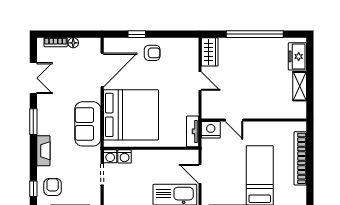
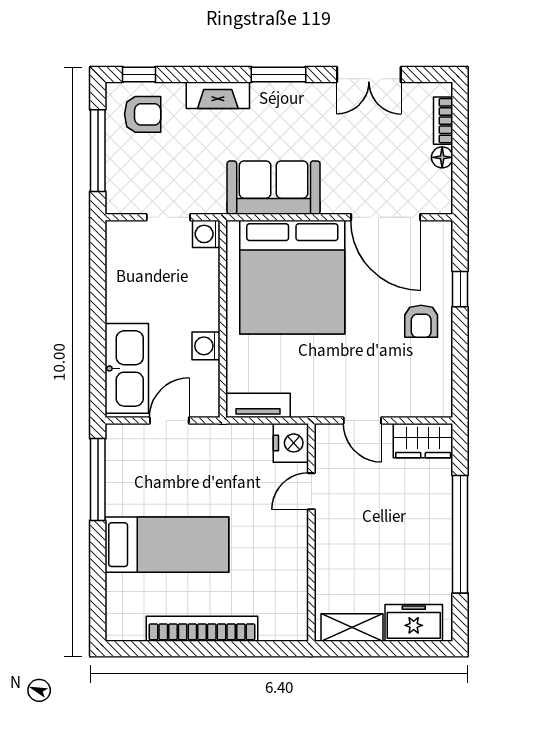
door: (200, 81) -> (362, 421), hinge flipped
door: (234, 120) -> (311, 491), moved
wall: (254, 120) -> (311, 532), moved
nightstand: (211, 130) -> (291, 443), moved
washing machine: (125, 156) -> (206, 346), moved

